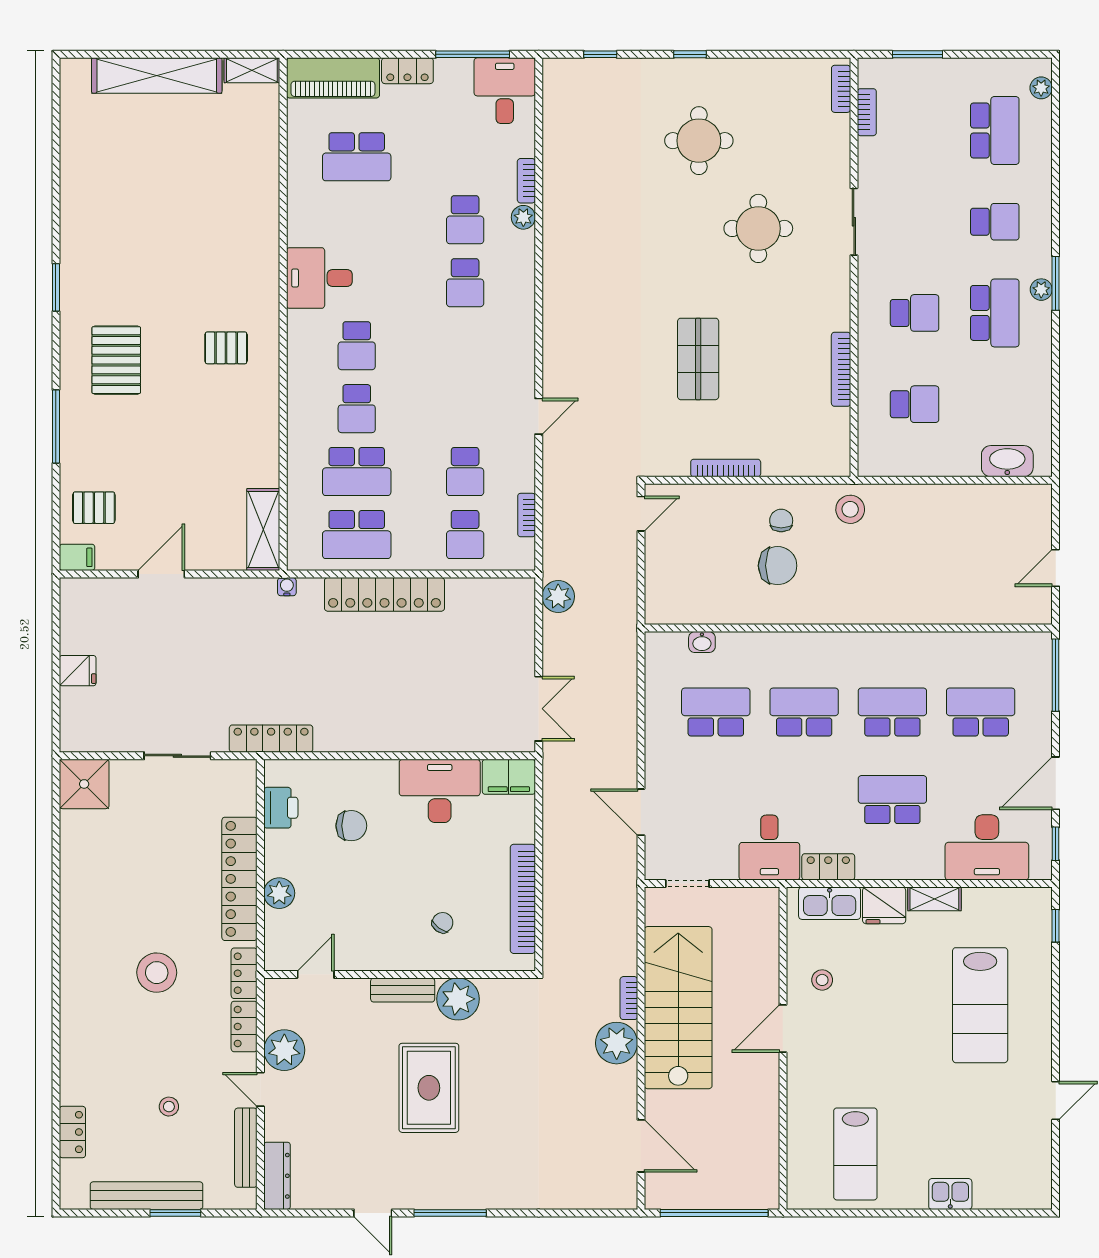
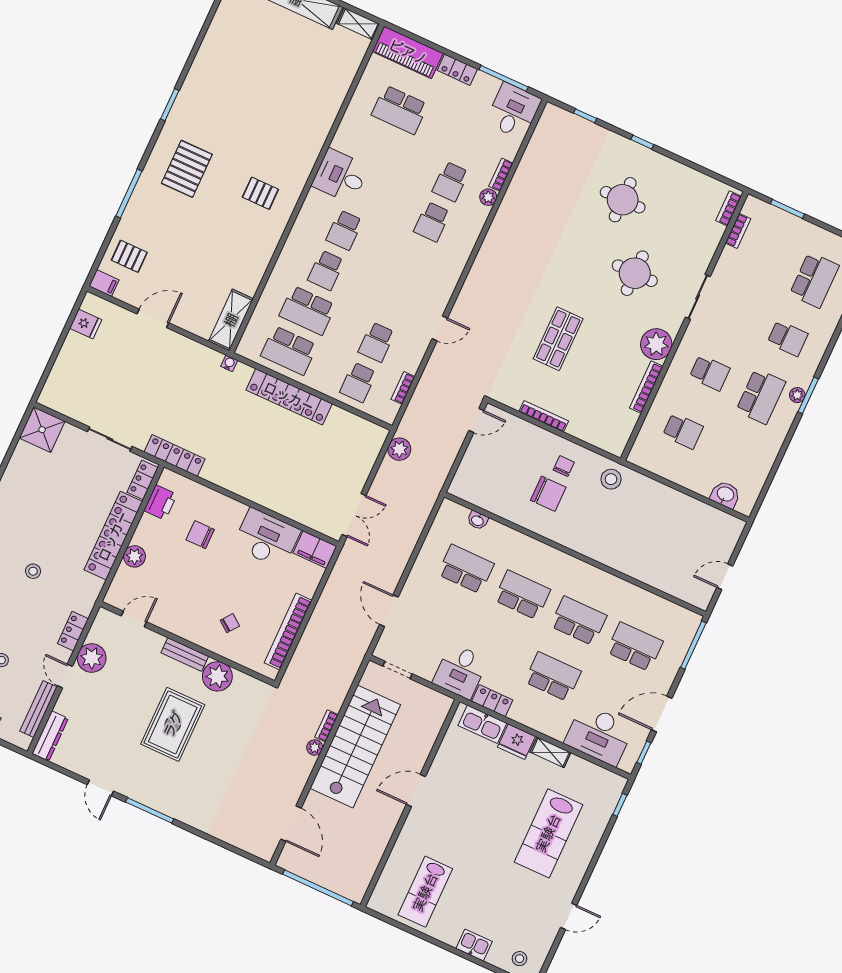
plant: (828, 308) -> (656, 344), added
washbasin: (1007, 461) -> (725, 495), width x0.72
fridge: (78, 671) -> (86, 324), moved
chair: (351, 826) -> (200, 535), turned 180
stool: (157, 973) -> (33, 571), width x0.53, depth x0.53
locker: (244, 973) -> (143, 480), moved
stool: (822, 980) -> (520, 959), moved
plant: (617, 1043) -> (315, 748), width x0.53, depth x0.53

